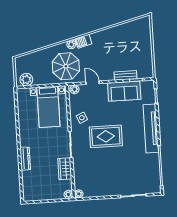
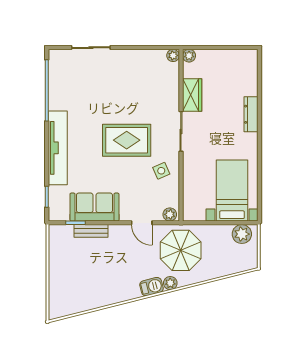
bed with nightstands: (48, 107) -> (232, 190), moved

